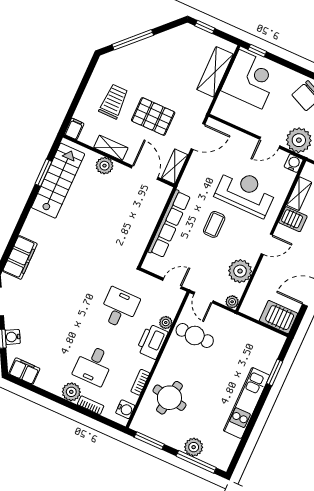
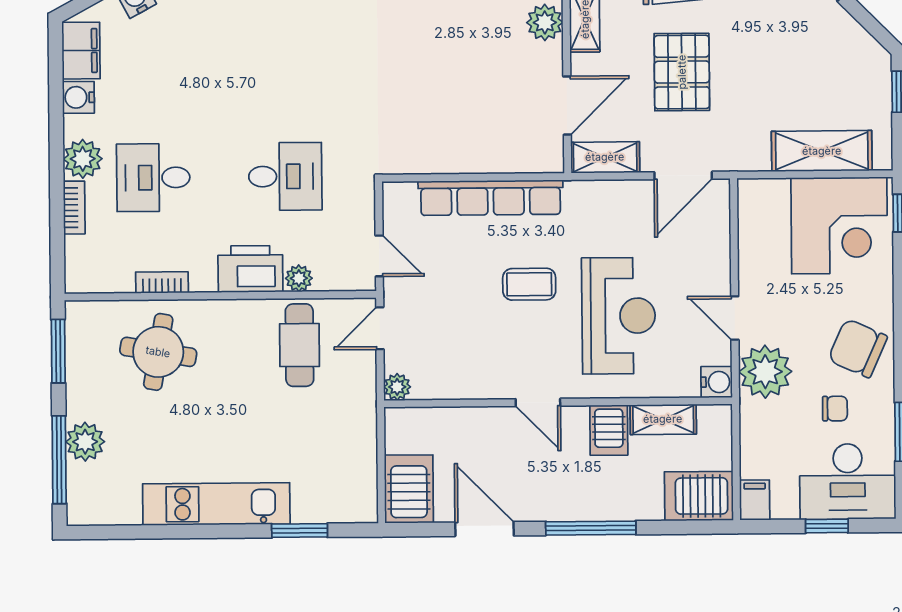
door: (198, 136) -> (683, 176), hinge flipped
plant: (240, 271) -> (463, 375), removed
water cooler: (125, 409) -> (78, 97), moved, turned 90

